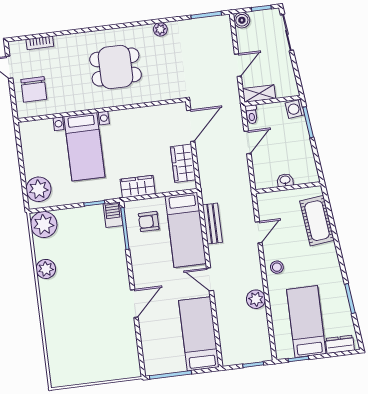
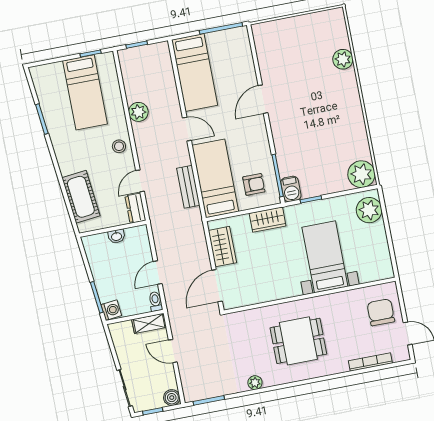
bookcase: (40, 43) -> (370, 362), width x1.56
door: (238, 65) -> (173, 351), hinge flipped
plant: (46, 269) -> (343, 59), moved
dresser: (340, 344) -> (135, 208), moved, turned 90

